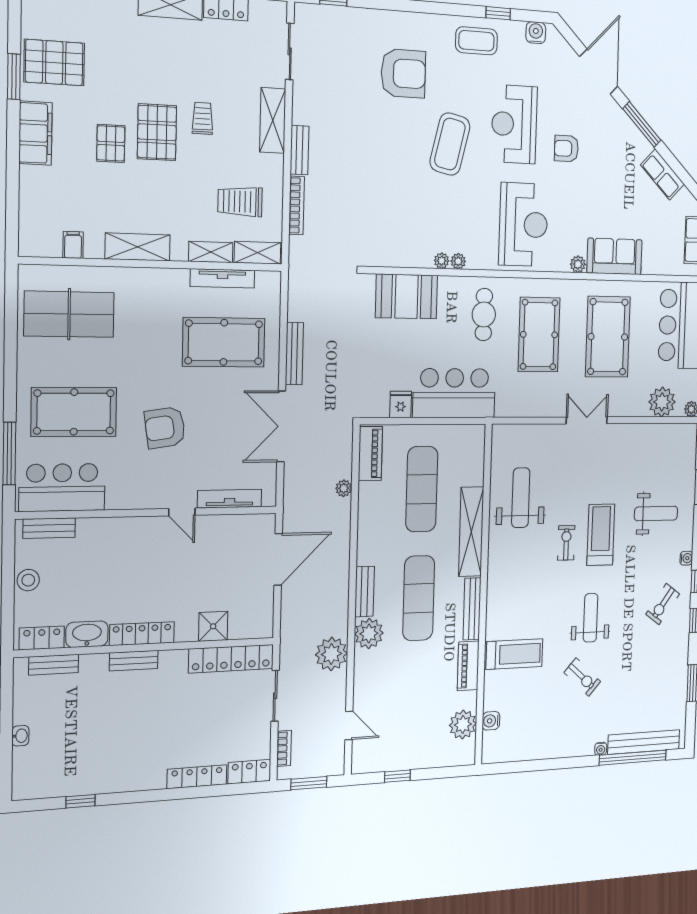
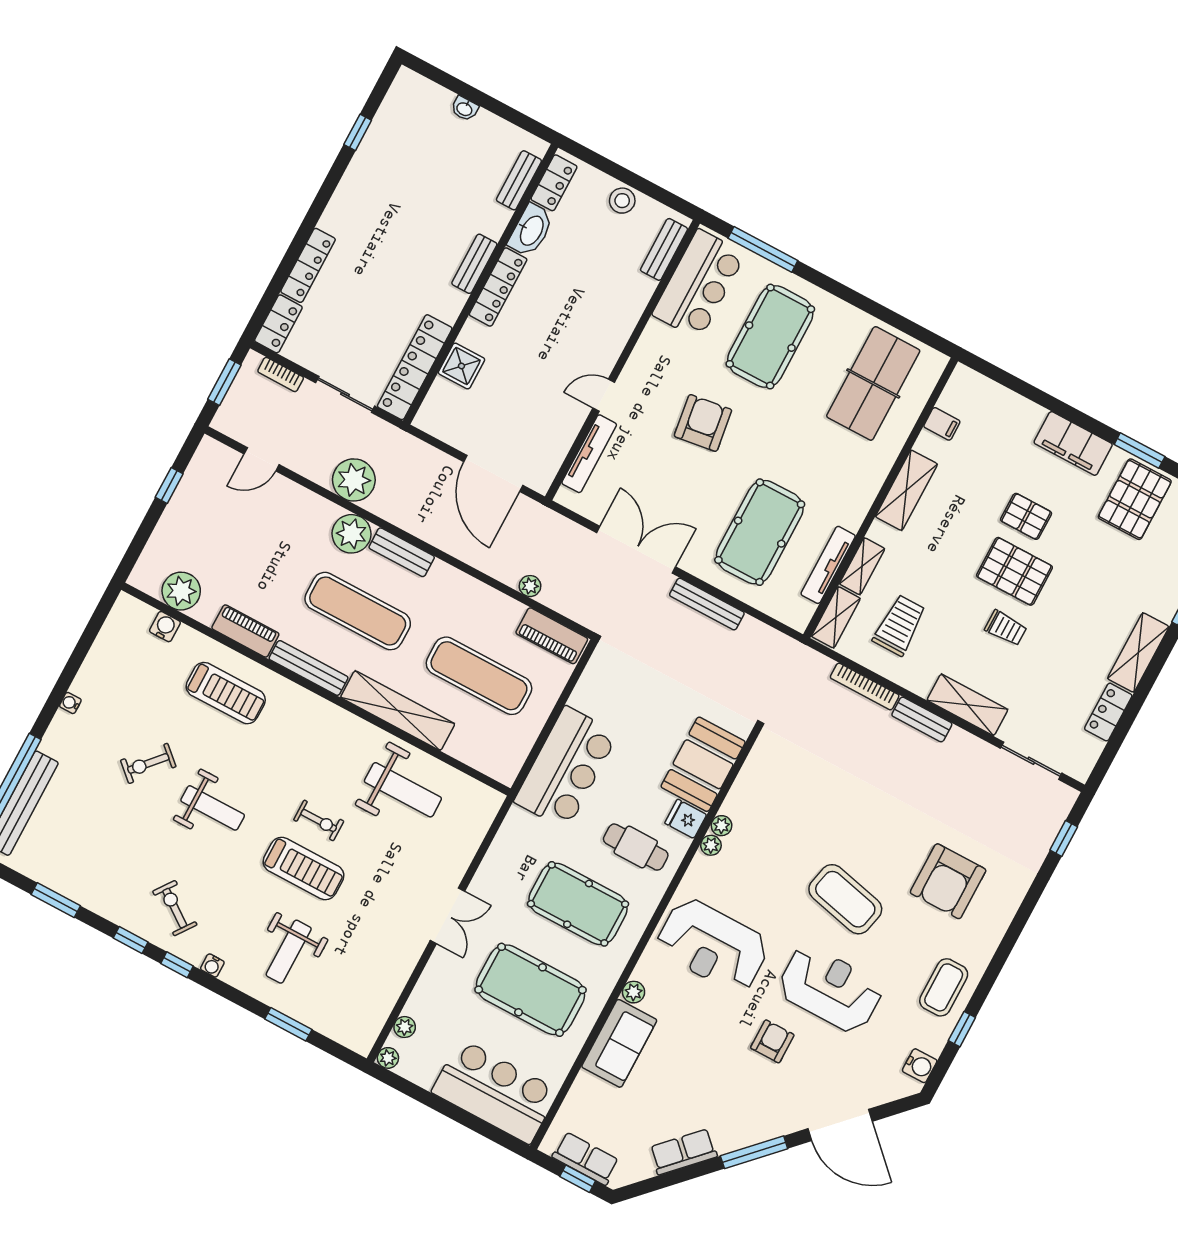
plant: (662, 402) -> (405, 1027), width x0.53, depth x0.53
fridge: (401, 404) -> (686, 819), moved, turned 180
treadmill: (514, 654) -> (226, 693), turned -90
water cooler: (601, 749) -> (70, 703), moved

